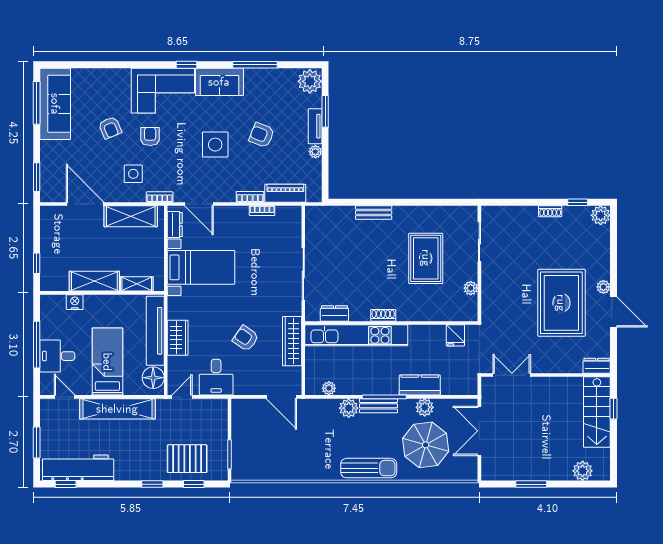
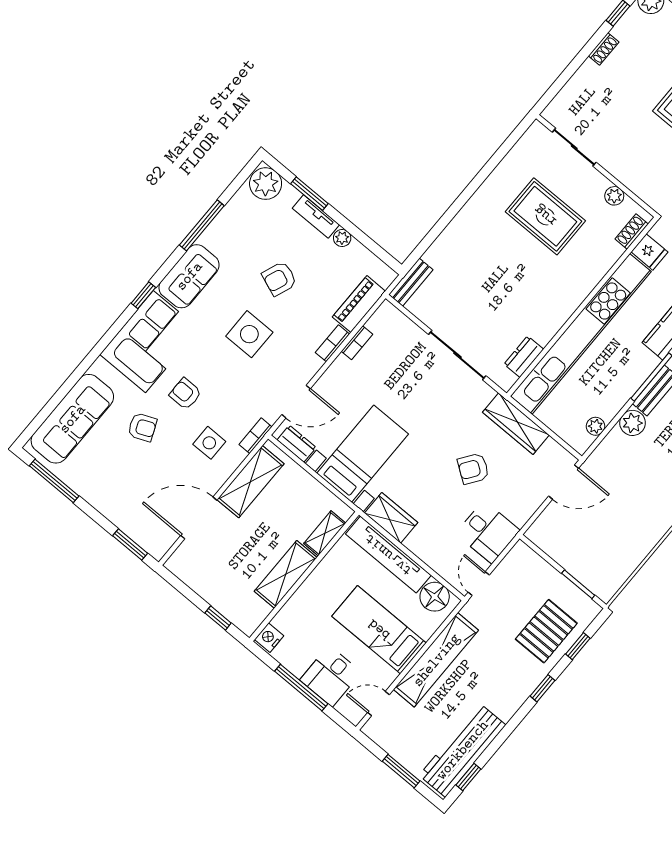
sofa: (55, 104) -> (72, 419), moved, turned 90
bench: (374, 212) -> (411, 282), moved
nightstand: (75, 302) -> (269, 638), moved
shoe rack: (383, 315) -> (632, 231), moved
kitchen unit: (356, 335) -> (581, 334), width x1.36
wardrobe: (178, 338) -> (391, 518), moved

